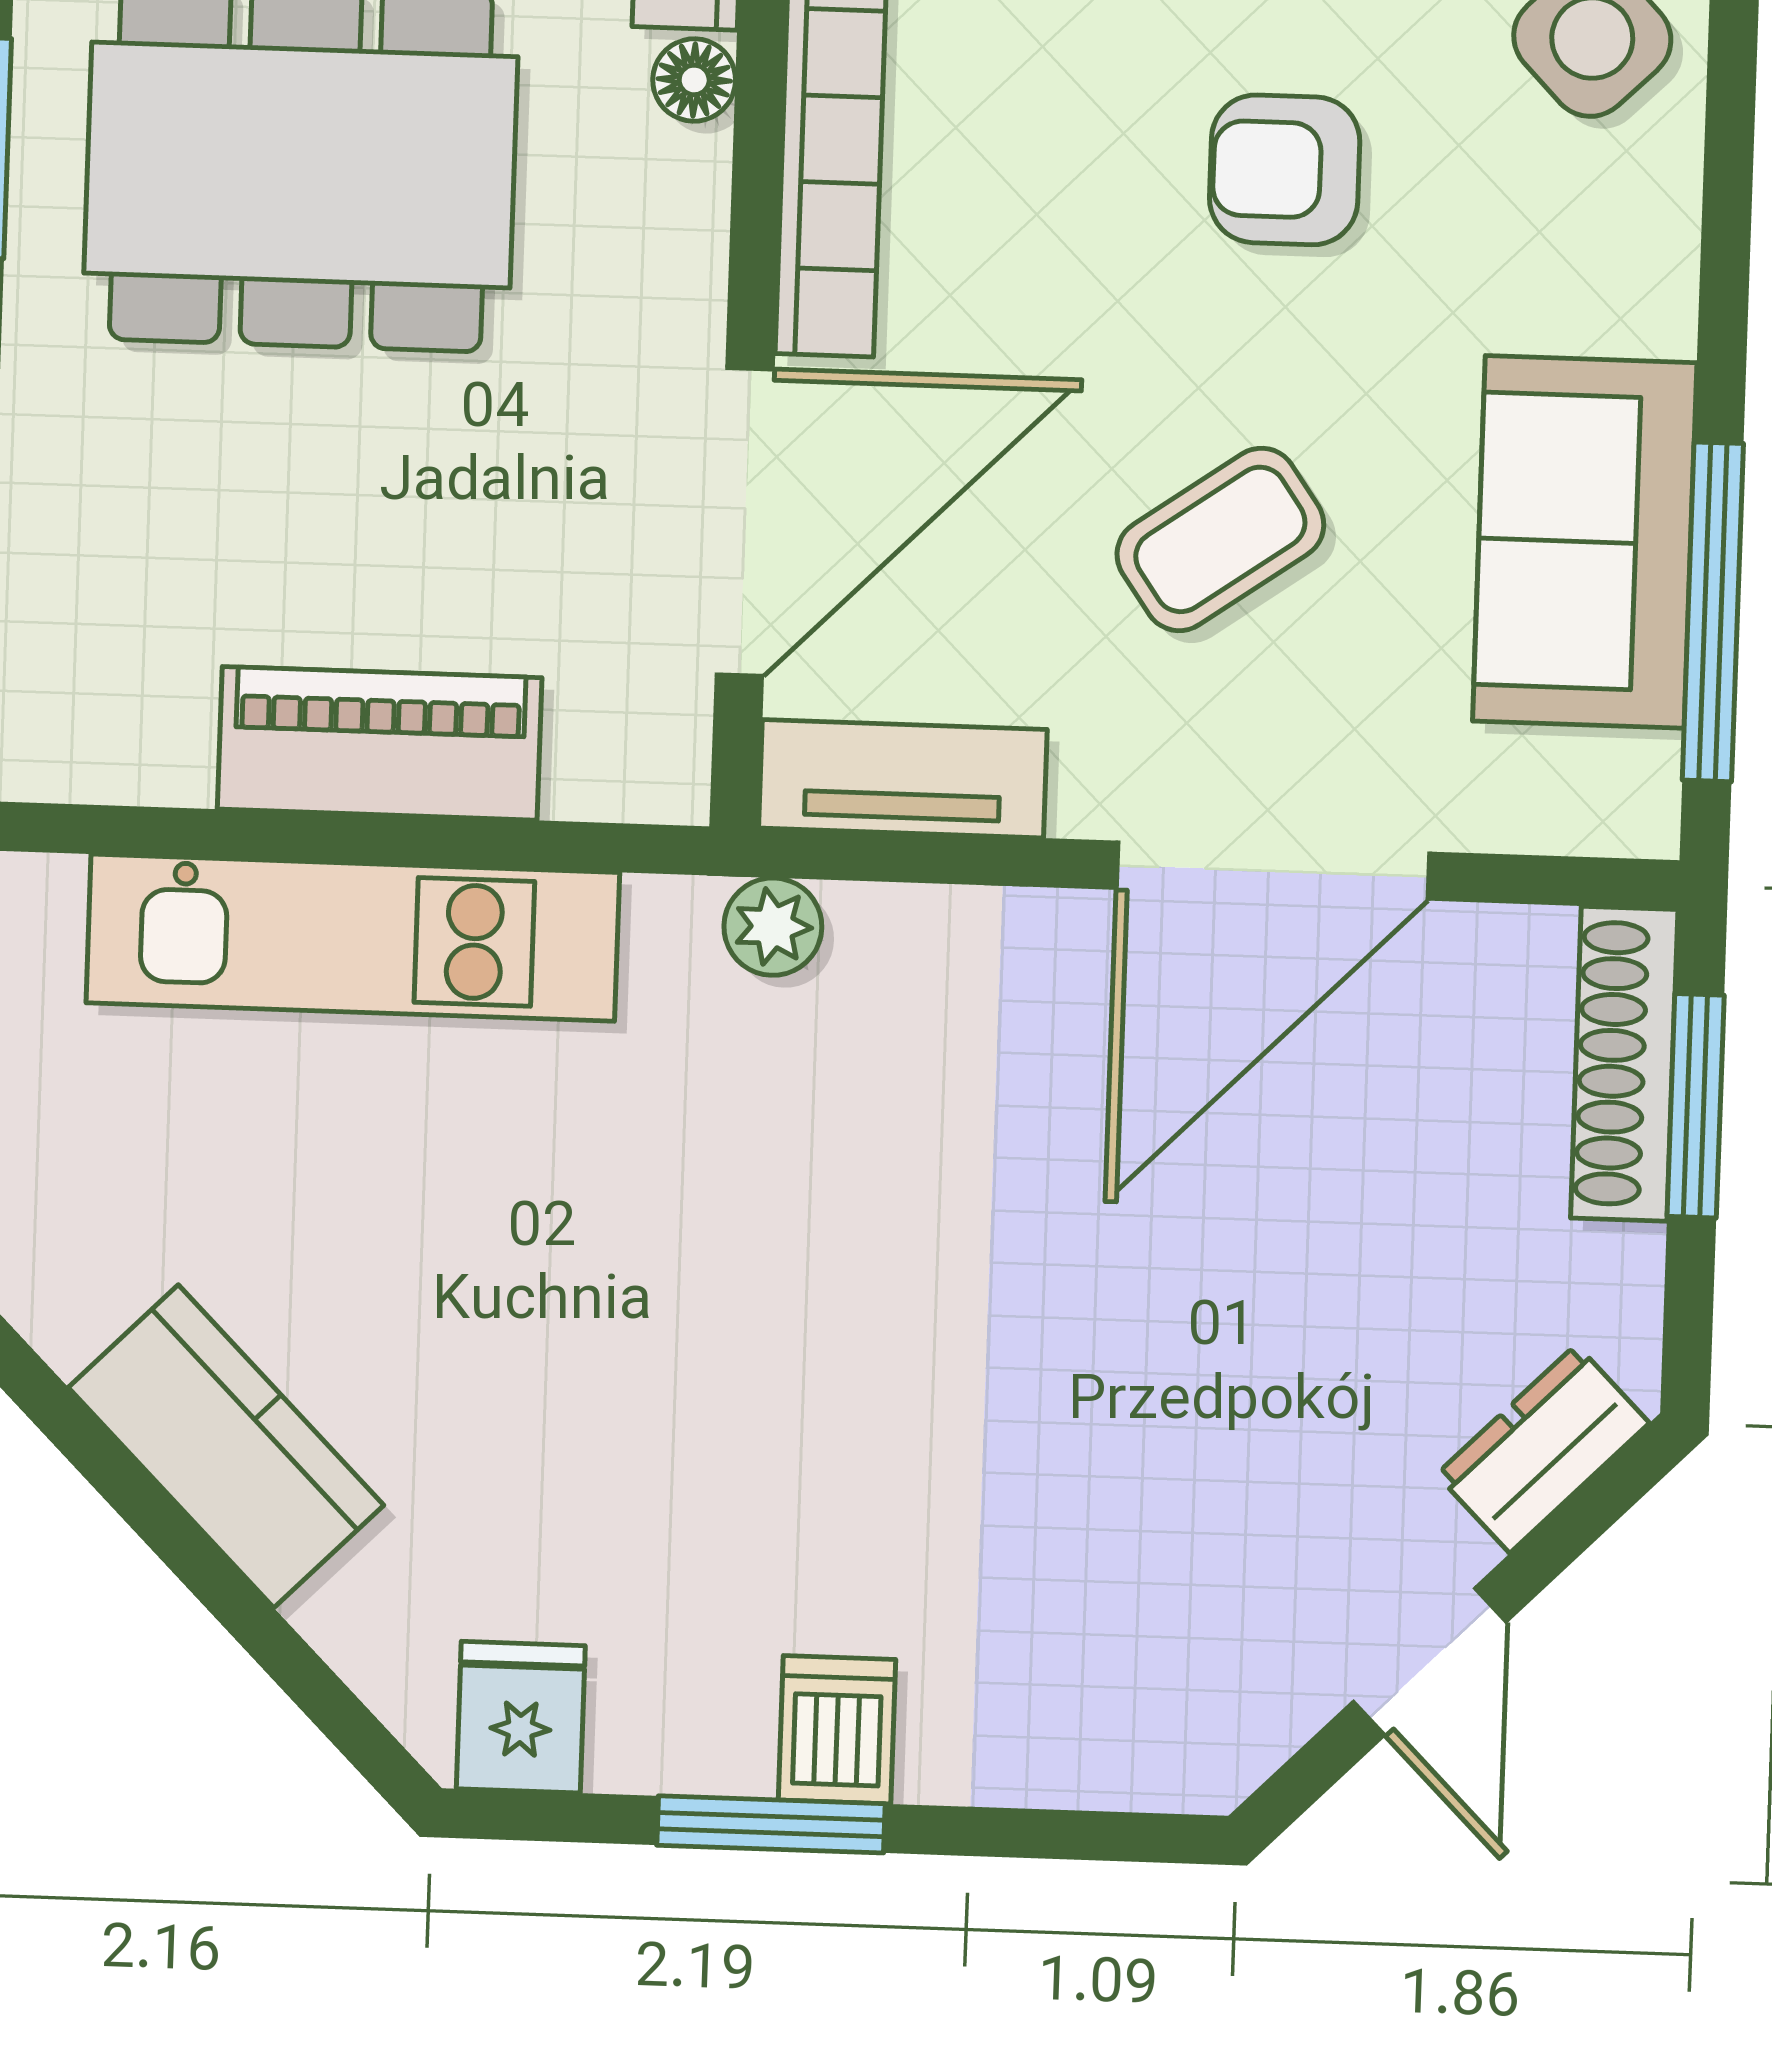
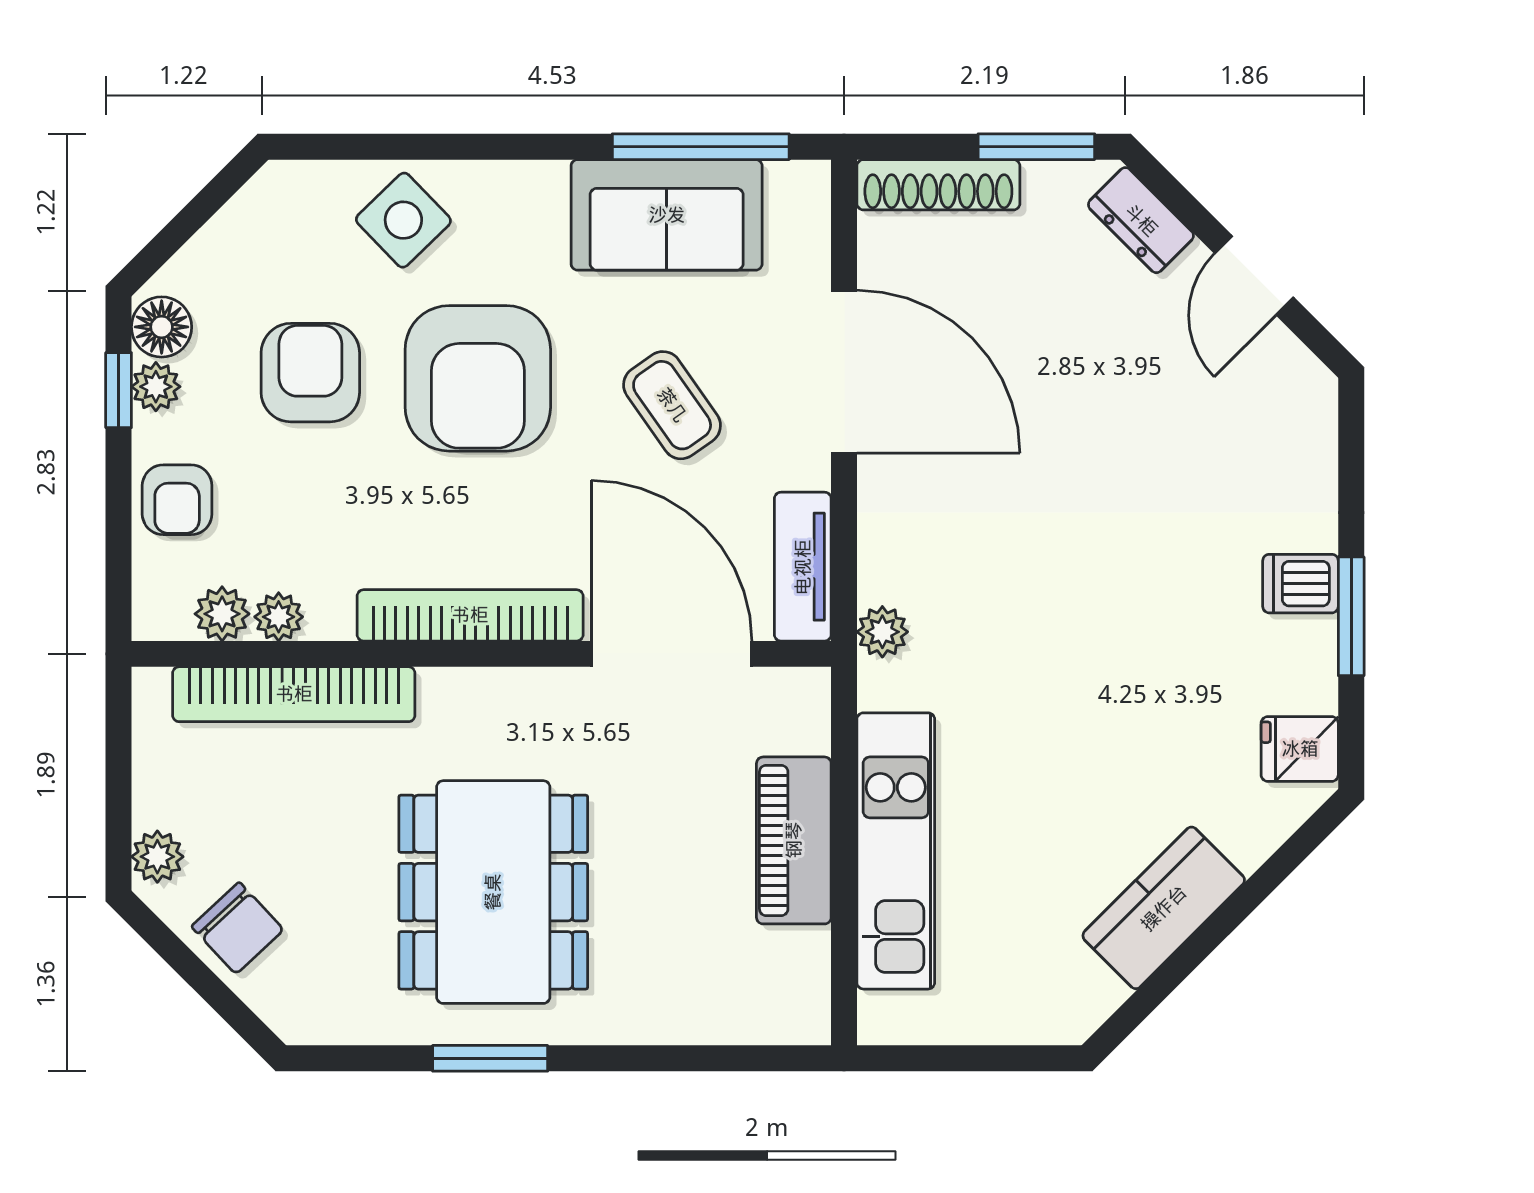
floor lamp: (694, 80) -> (442, 688), removed
armchair: (1285, 170) -> (478, 378), width x1.88, depth x1.88
window: (1696, 1106) -> (1036, 147), moved
door: (1430, 1662) -> (1254, 275), swing flipped

